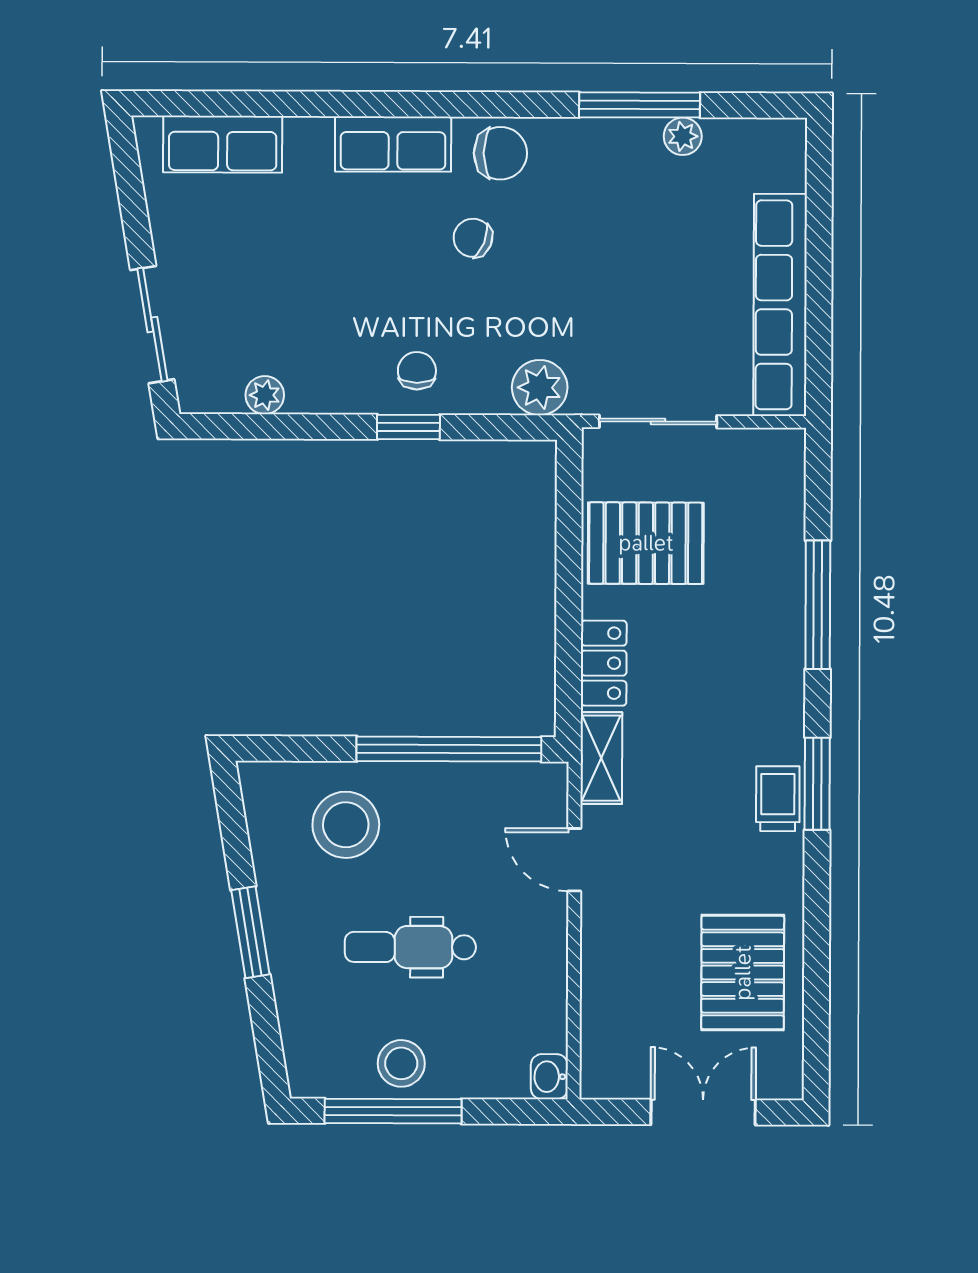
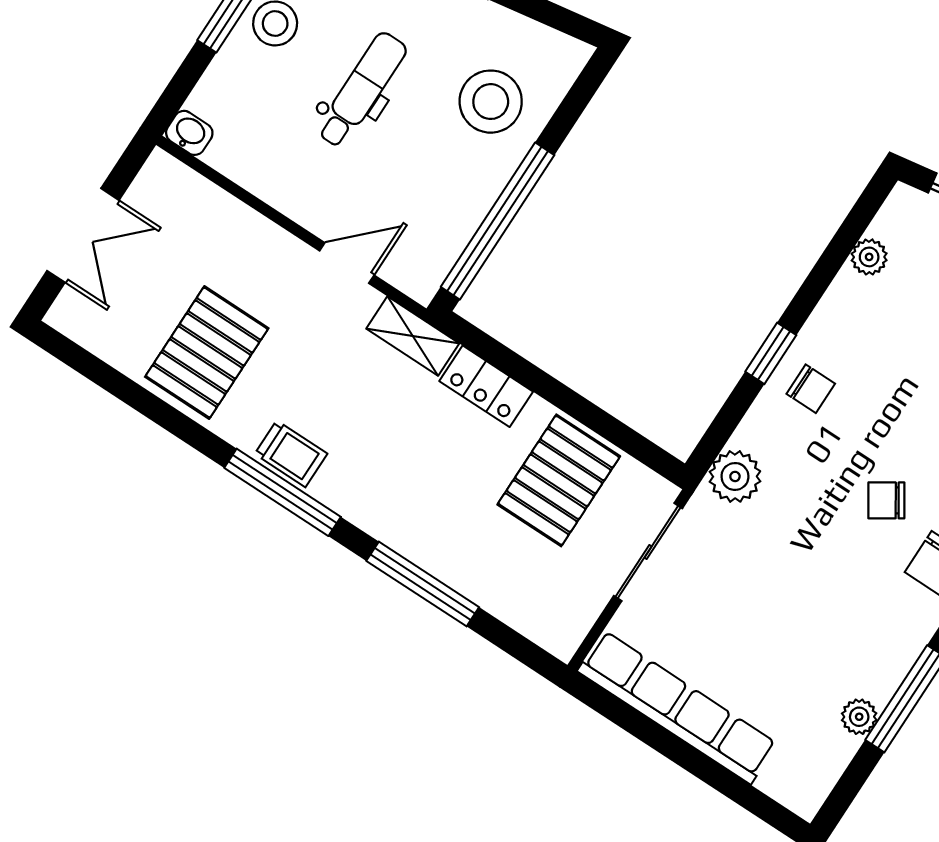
chair: (473, 238) -> (886, 500), turned -145
window: (817, 784) -> (283, 492), width x1.44
pallet: (743, 973) -> (207, 353), moved, turned 90

